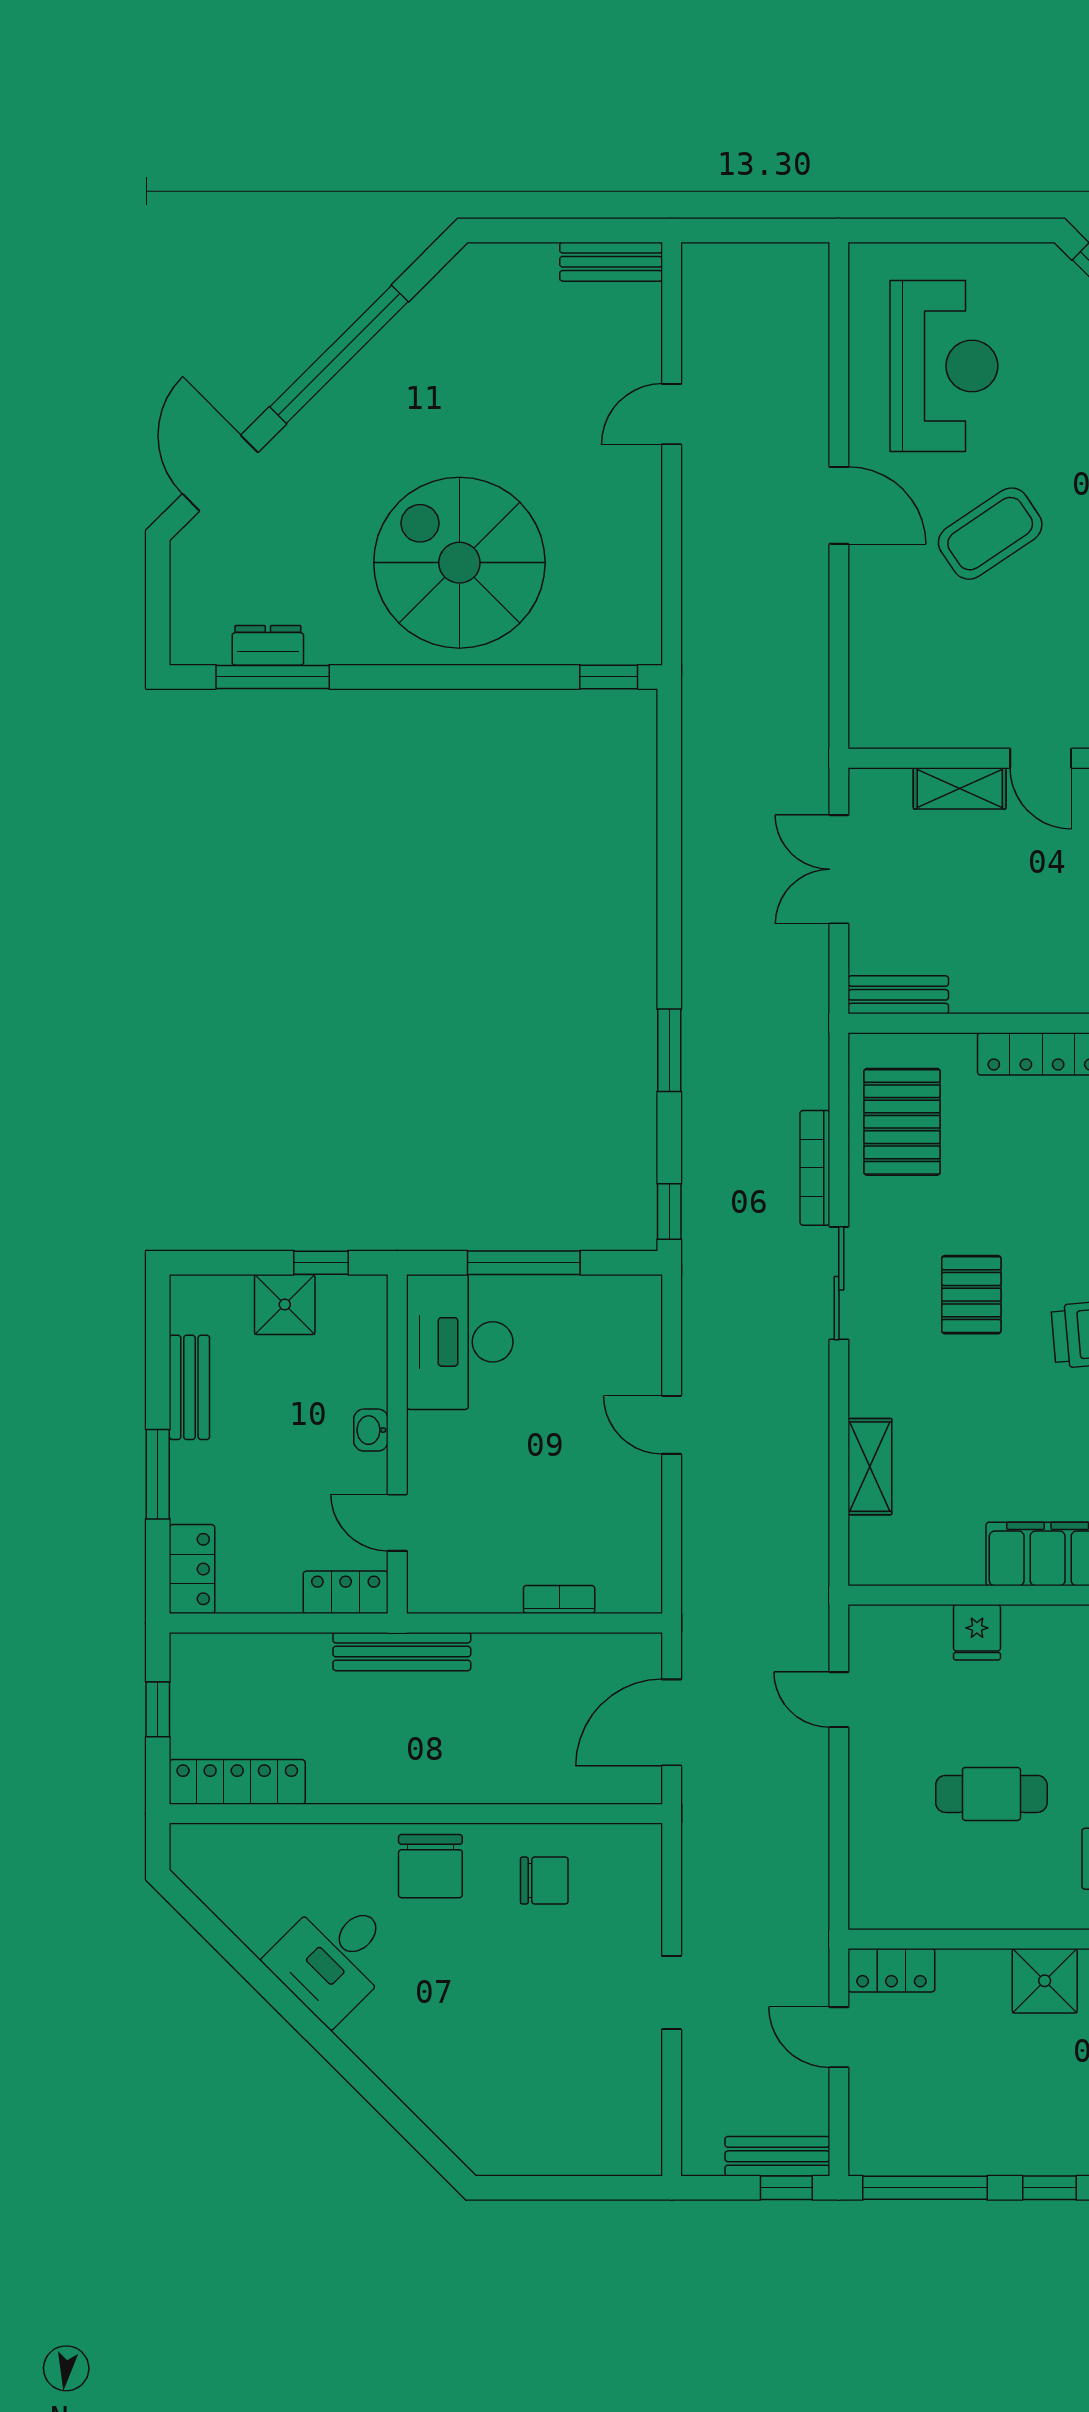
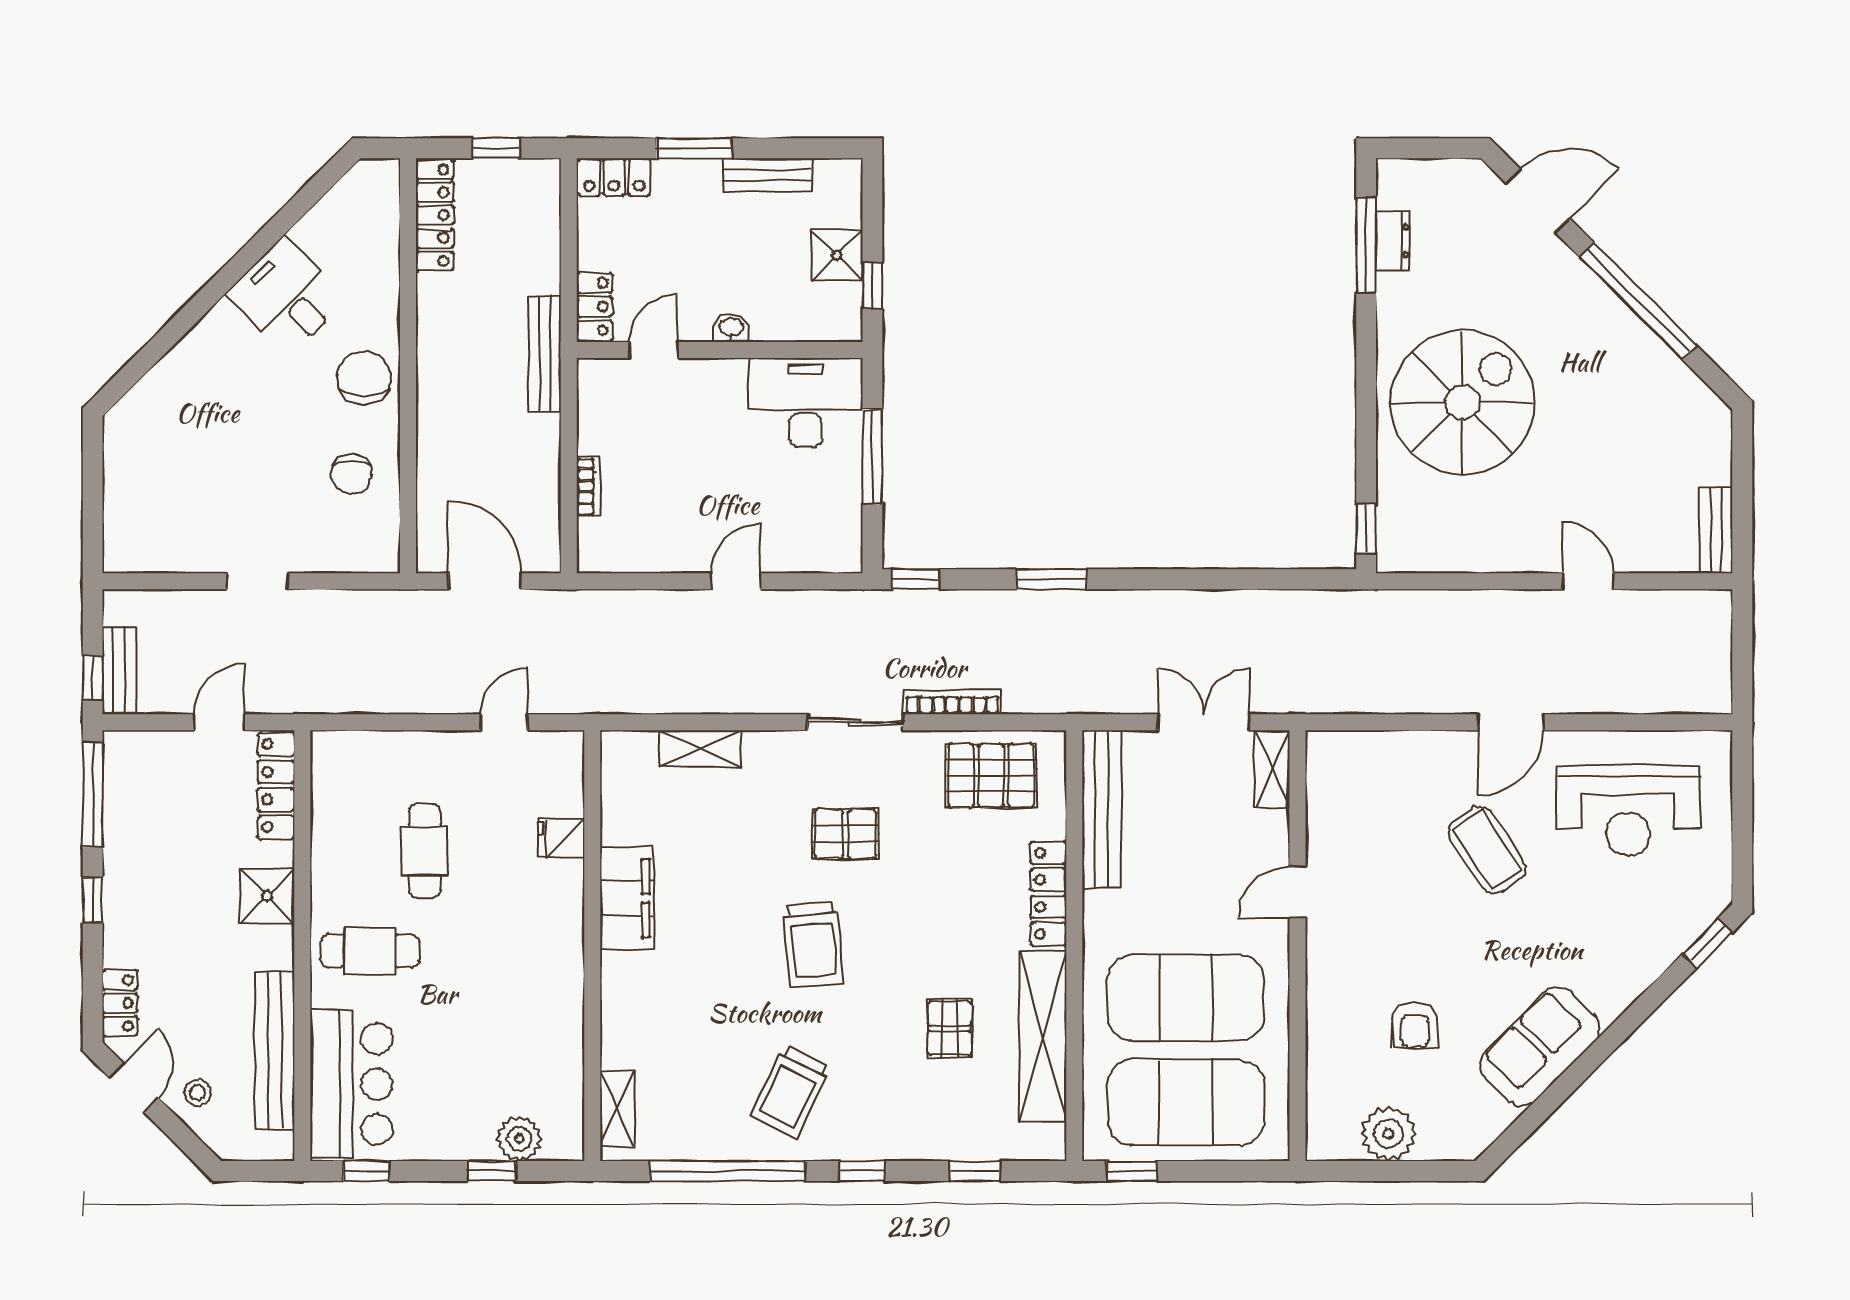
shelving: (960, 788) -> (1272, 769), moved
bench: (898, 995) -> (1102, 809), width x1.86, depth x1.21
chair: (430, 1866) -> (364, 378), turned 90
locker: (891, 1970) -> (276, 786), width x1.53

